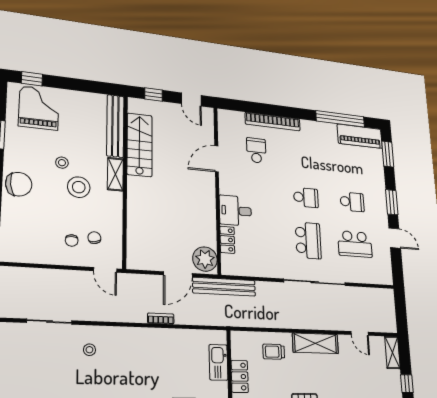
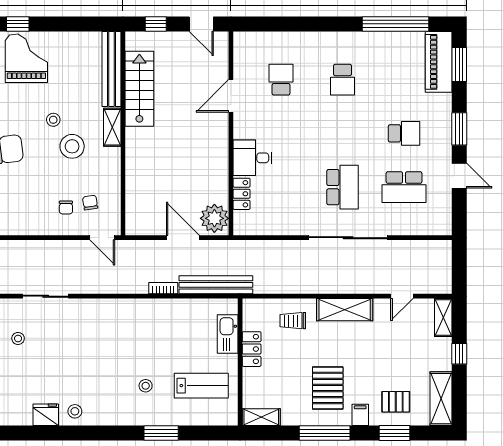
bookcase: (273, 122) -> (304, 39), removed
piano: (360, 136) -> (439, 62), moved, turned 90
school desk: (306, 197) -> (343, 80), moved, turned 90
door: (178, 274) -> (183, 238), swing flipped
bench: (224, 287) -> (216, 285), moved
door: (360, 333) -> (402, 296), hinge flipped
stool: (89, 350) -> (18, 338), moved

